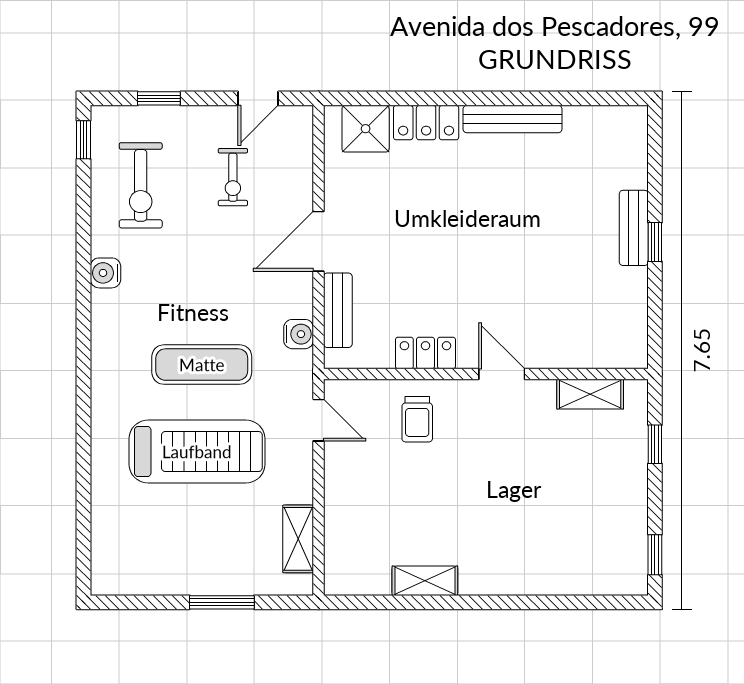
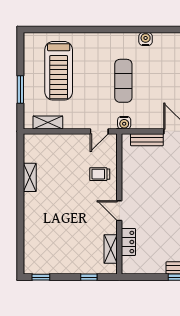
water cooler: (105, 273) -> (146, 39), moved
water cooler: (299, 334) -> (124, 123), moved
locker: (425, 353) -> (128, 242), moved
door: (502, 374) -> (119, 211), swing flipped
treadmill: (197, 452) -> (59, 71), moved

